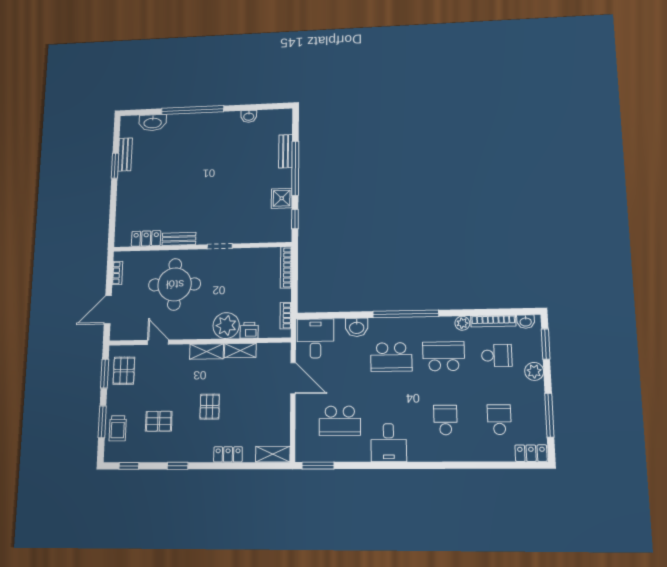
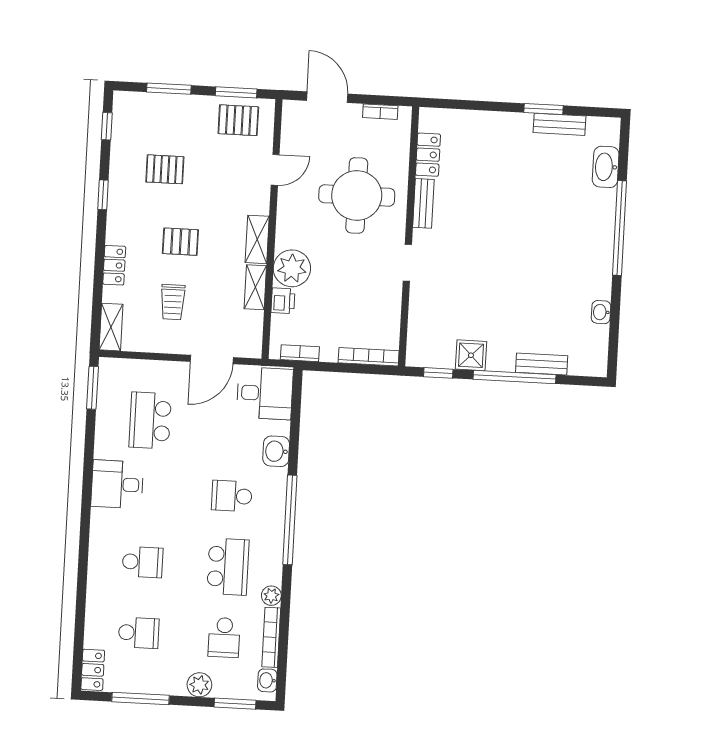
school desk: (391, 357) -> (232, 496), width x0.54
pallet: (159, 421) -> (165, 169), turned 90
trolley: (118, 428) -> (173, 302), moved, turned -90

